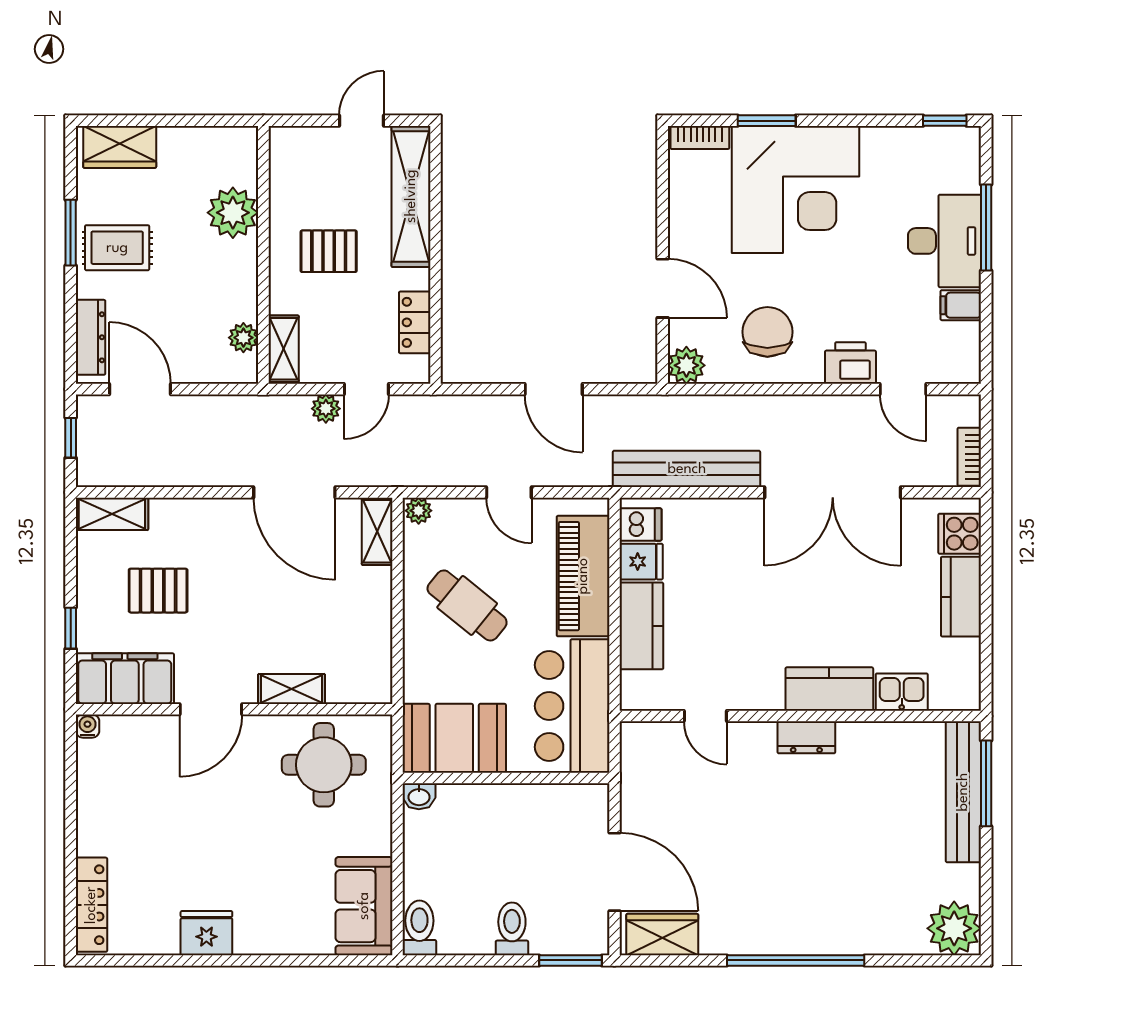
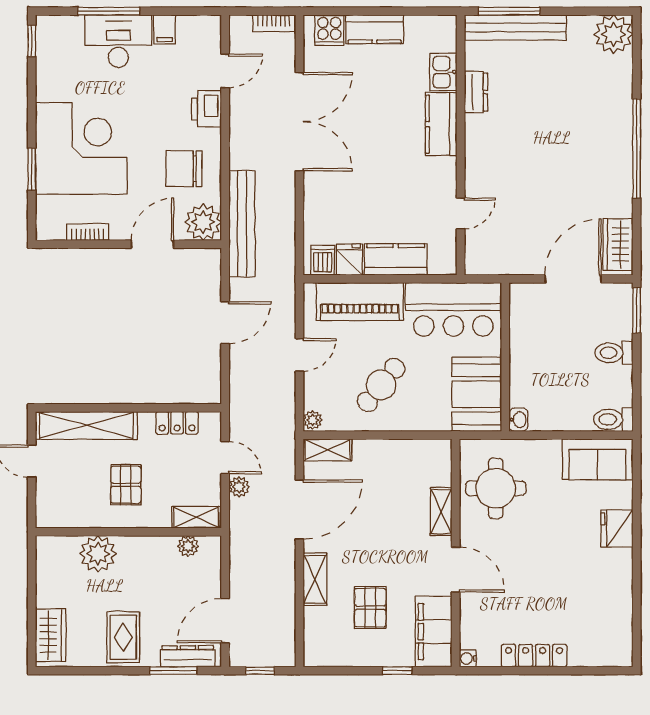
bookcase: (700, 137) -> (88, 232), moved, turned -90
window: (71, 233) -> (173, 671), moved
plant: (686, 365) -> (203, 222), width x1.36, depth x1.36
bench: (687, 469) -> (242, 224), moved
shelving: (112, 514) -> (315, 579), moved
dresser: (806, 737) -> (476, 92), moved
locker: (91, 905) -> (534, 656), moved
fridge: (206, 933) -> (617, 529), moved

